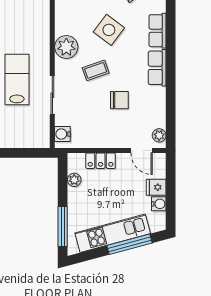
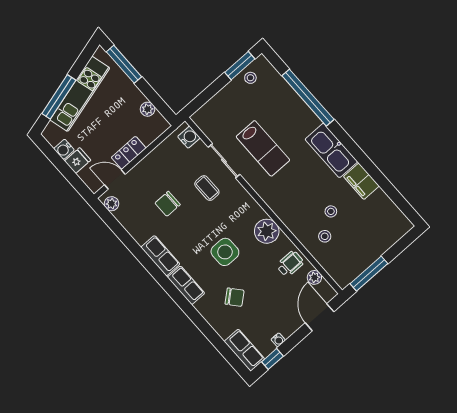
side table: (109, 30) -> (225, 252), turned -37
plant: (66, 47) -> (267, 231), moved
coffee table: (96, 70) -> (207, 188), moved, turned -71
locker: (101, 161) -> (129, 153), moved

